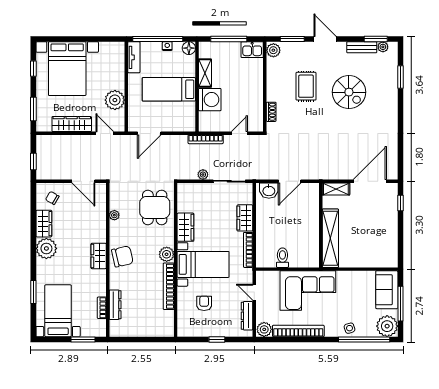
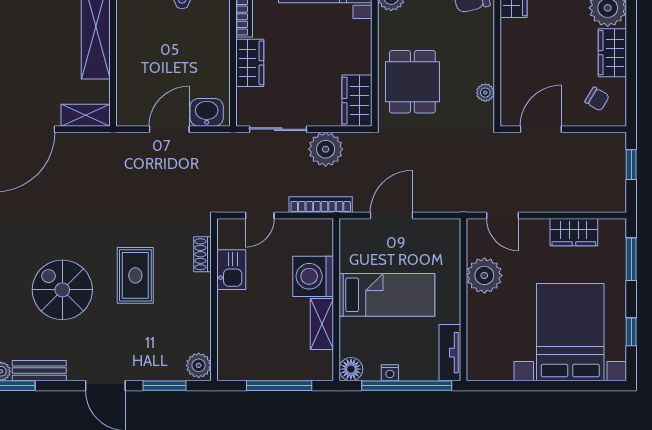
kitchen sink: (252, 50) -> (231, 270), moved, turned 90
rug: (306, 86) -> (135, 275), moved
wardrobe: (72, 124) -> (574, 232), width x0.67
door: (149, 133) -> (391, 216), moved
plant: (203, 175) -> (326, 149), width x1.88, depth x1.88
door: (83, 181) -> (541, 129), hinge flipped
plant: (114, 215) -> (485, 93), moved
wardrobe: (185, 227) -> (357, 101), moved

